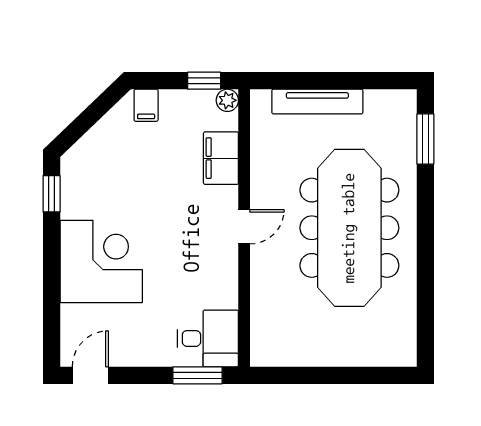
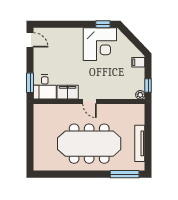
tv unit: (317, 102) -> (140, 143), moved
window: (425, 139) -> (125, 174), width x1.44
filing cabinet: (221, 158) -> (68, 92), moved
corner desk: (101, 261) -> (100, 44), moved

